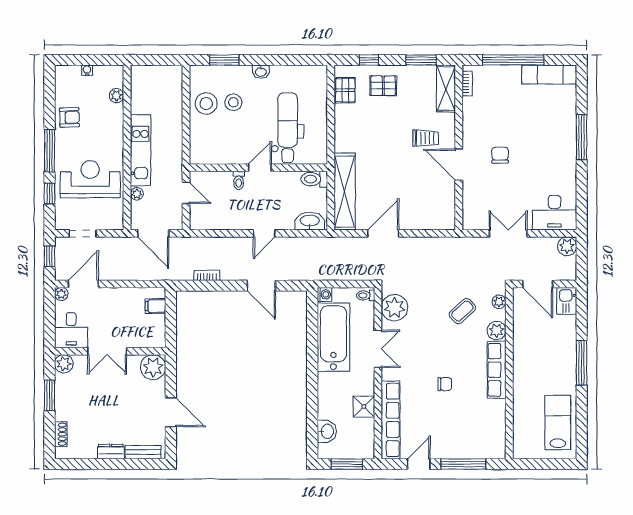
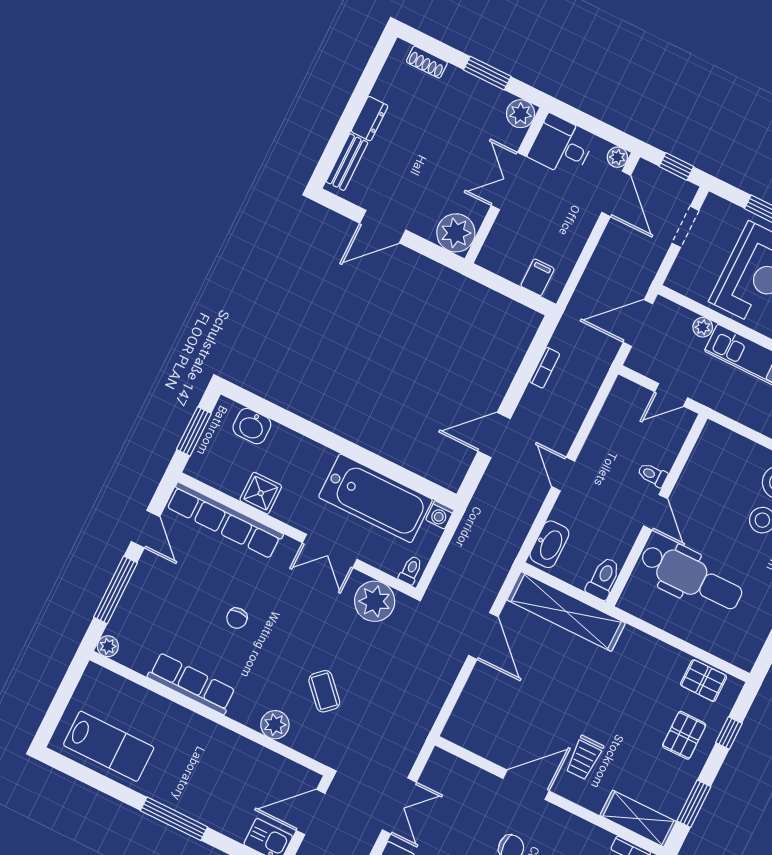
plant: (499, 302) -> (108, 646), moved
row of seats: (497, 370) -> (192, 684), moved

